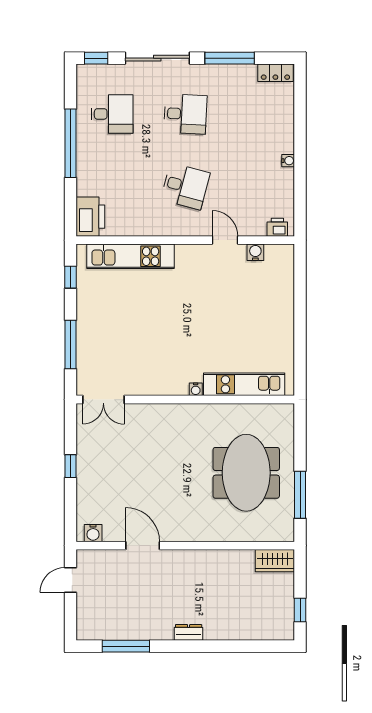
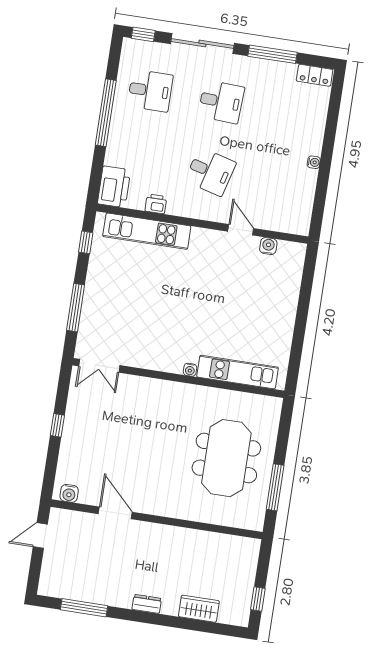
printer: (277, 227) -> (156, 204), moved
wardrobe: (275, 561) -> (199, 609), moved, turned 180

